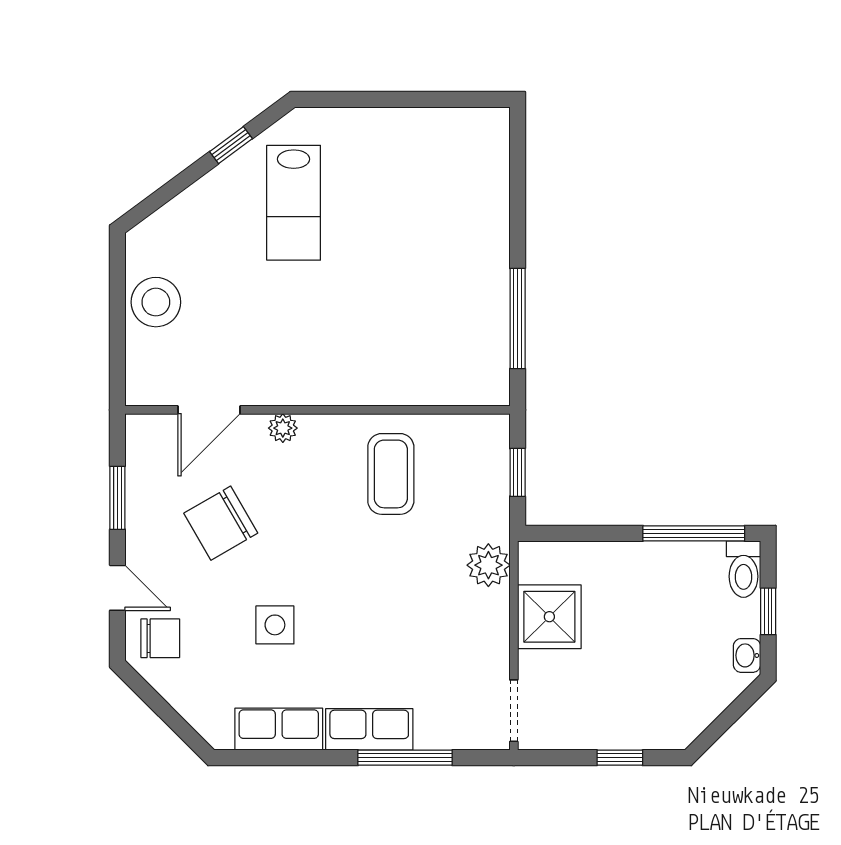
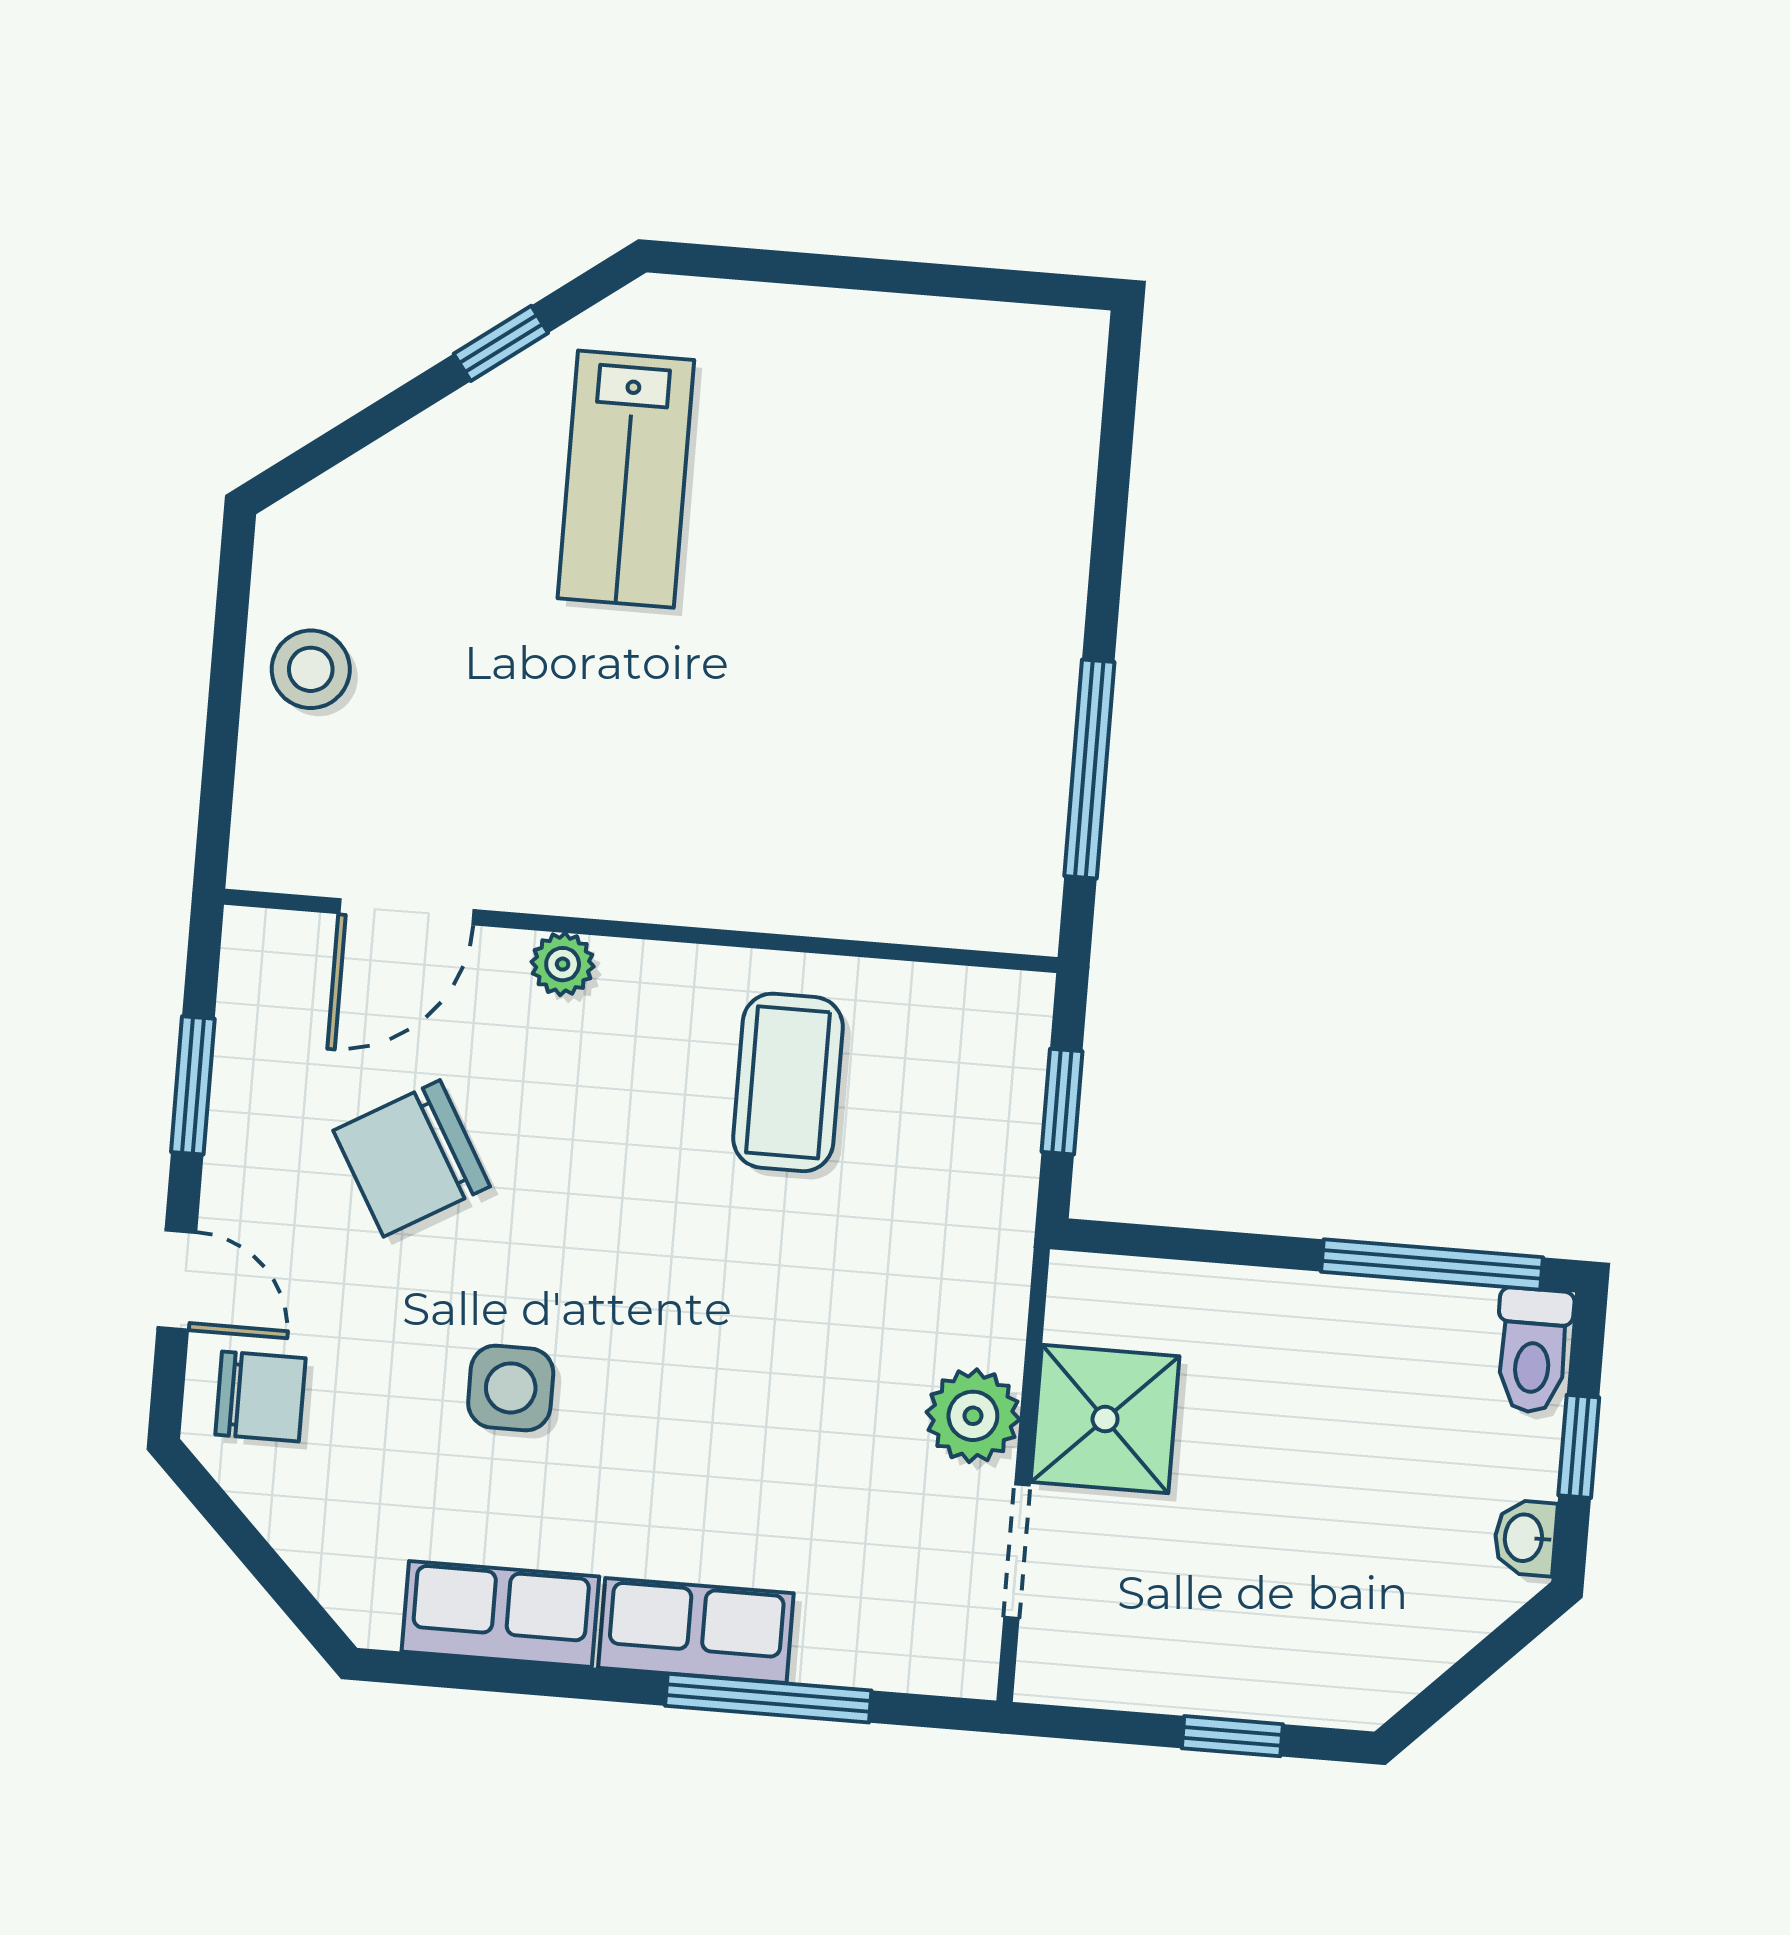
stool: (156, 302) -> (311, 669), width x0.73, depth x0.73
plant: (488, 565) -> (973, 1416), moved
doorway: (514, 711) -> (1017, 1551), moved

